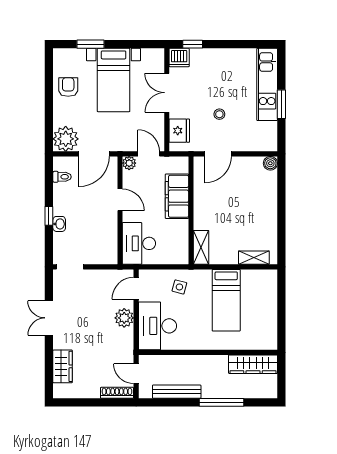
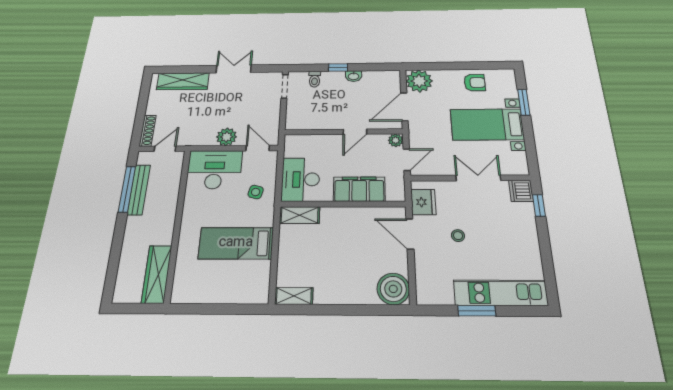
fridge: (179, 131) -> (423, 202), moved, turned -90
door: (94, 154) -> (404, 107), hinge flipped
boiler: (270, 163) -> (393, 289), width x1.86, depth x1.86
toilet: (62, 177) -> (315, 79), moved
washbasin: (59, 224) -> (354, 76), moved
desk: (139, 243) -> (300, 179), moved, turned -90
shelving: (254, 258) -> (294, 296), moved, turned 90
wardrobe: (63, 366) -> (183, 81), width x1.50
window: (222, 402) -> (127, 189), moved

